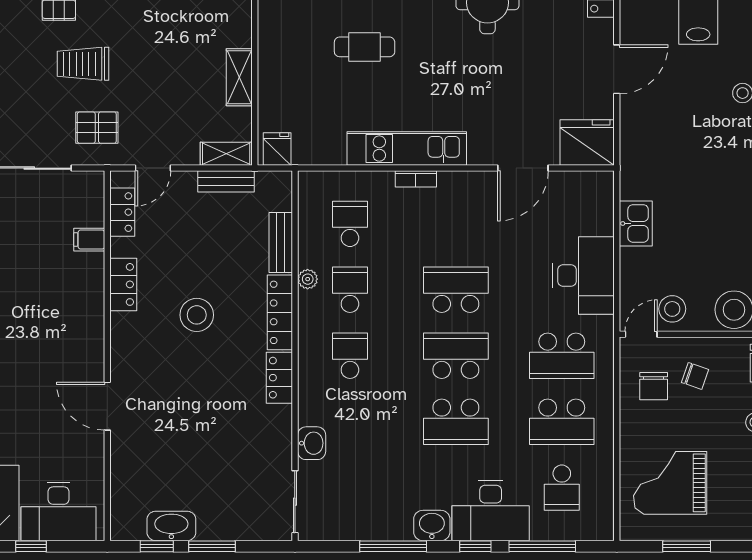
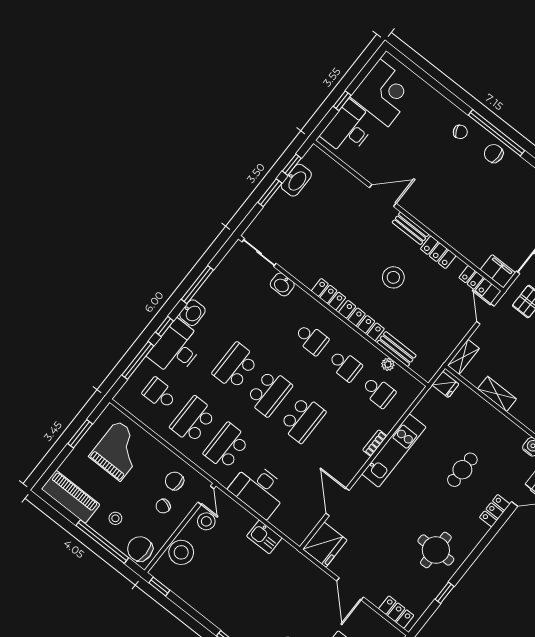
bench: (226, 181) -> (410, 228), moved, turned 90
filing cabinet: (89, 240) -> (498, 271), moved, width x2.00
plant: (308, 279) -> (388, 364), moved

